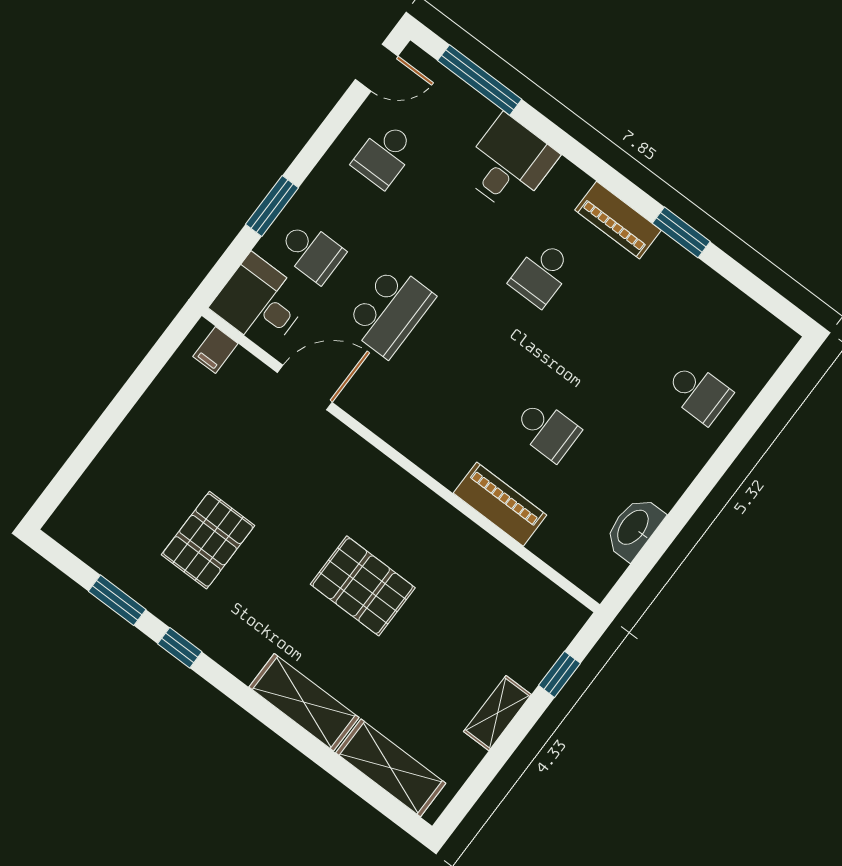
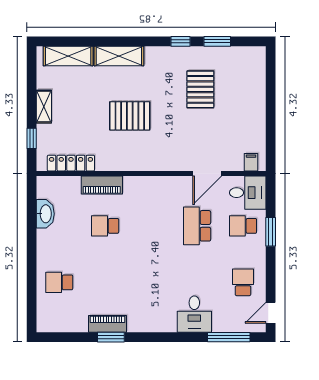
piano: (618, 220) -> (107, 324), moved
school desk: (541, 274) -> (151, 282), removed
locker: (524, 581) -> (71, 163), added

